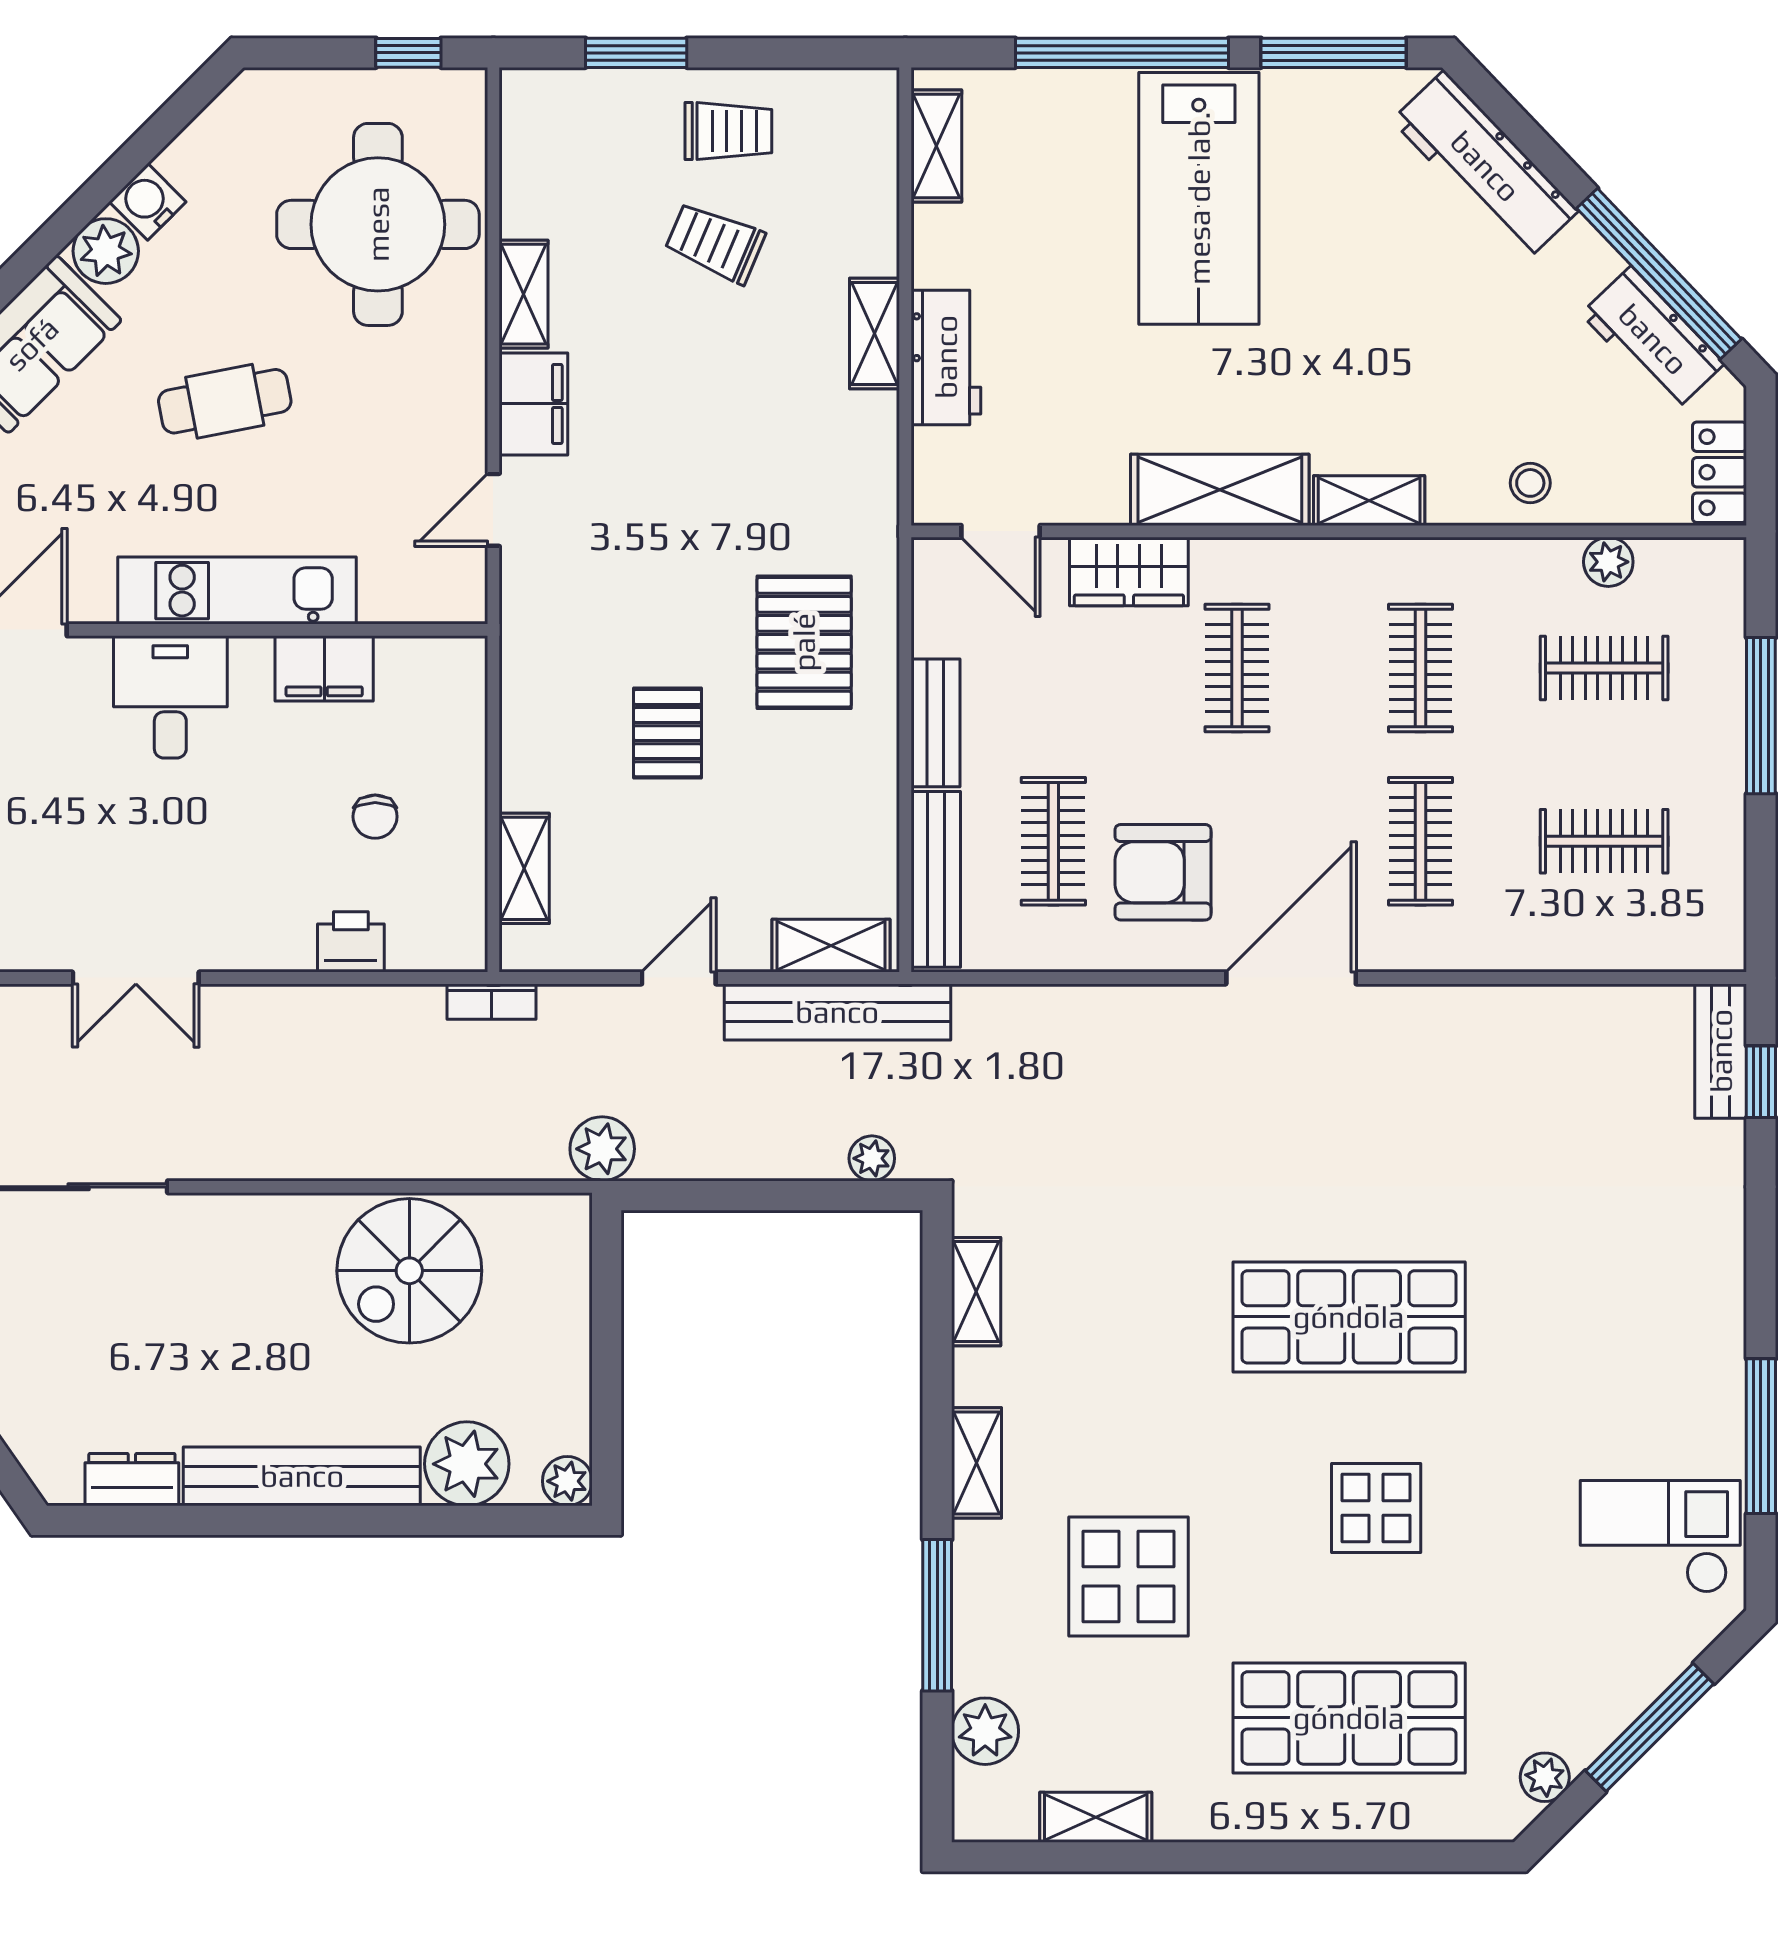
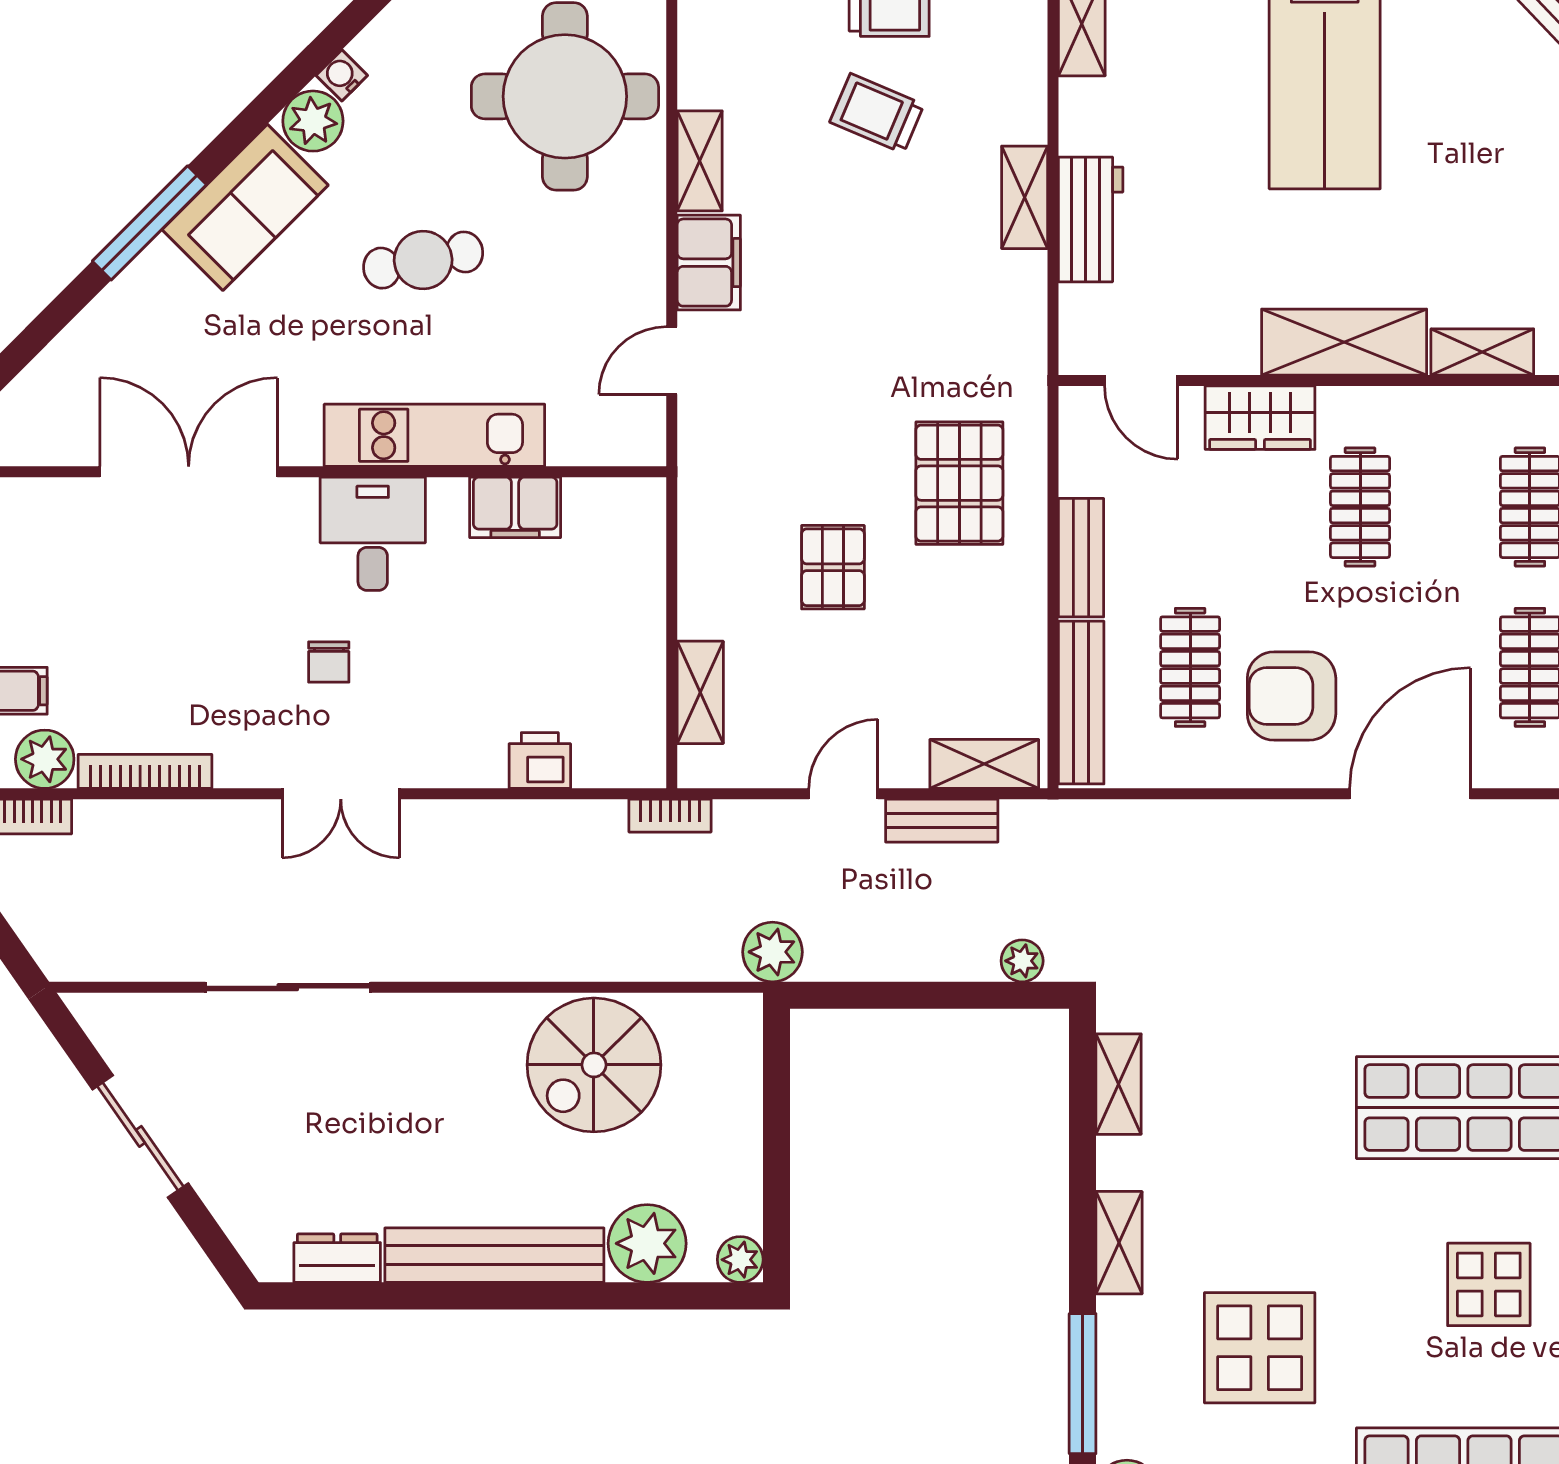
water cooler: (148, 202) -> (342, 75), width x0.72, depth x0.72
chair: (375, 817) -> (329, 662), moved
bench: (837, 1012) -> (942, 821), width x0.54, depth x0.82

